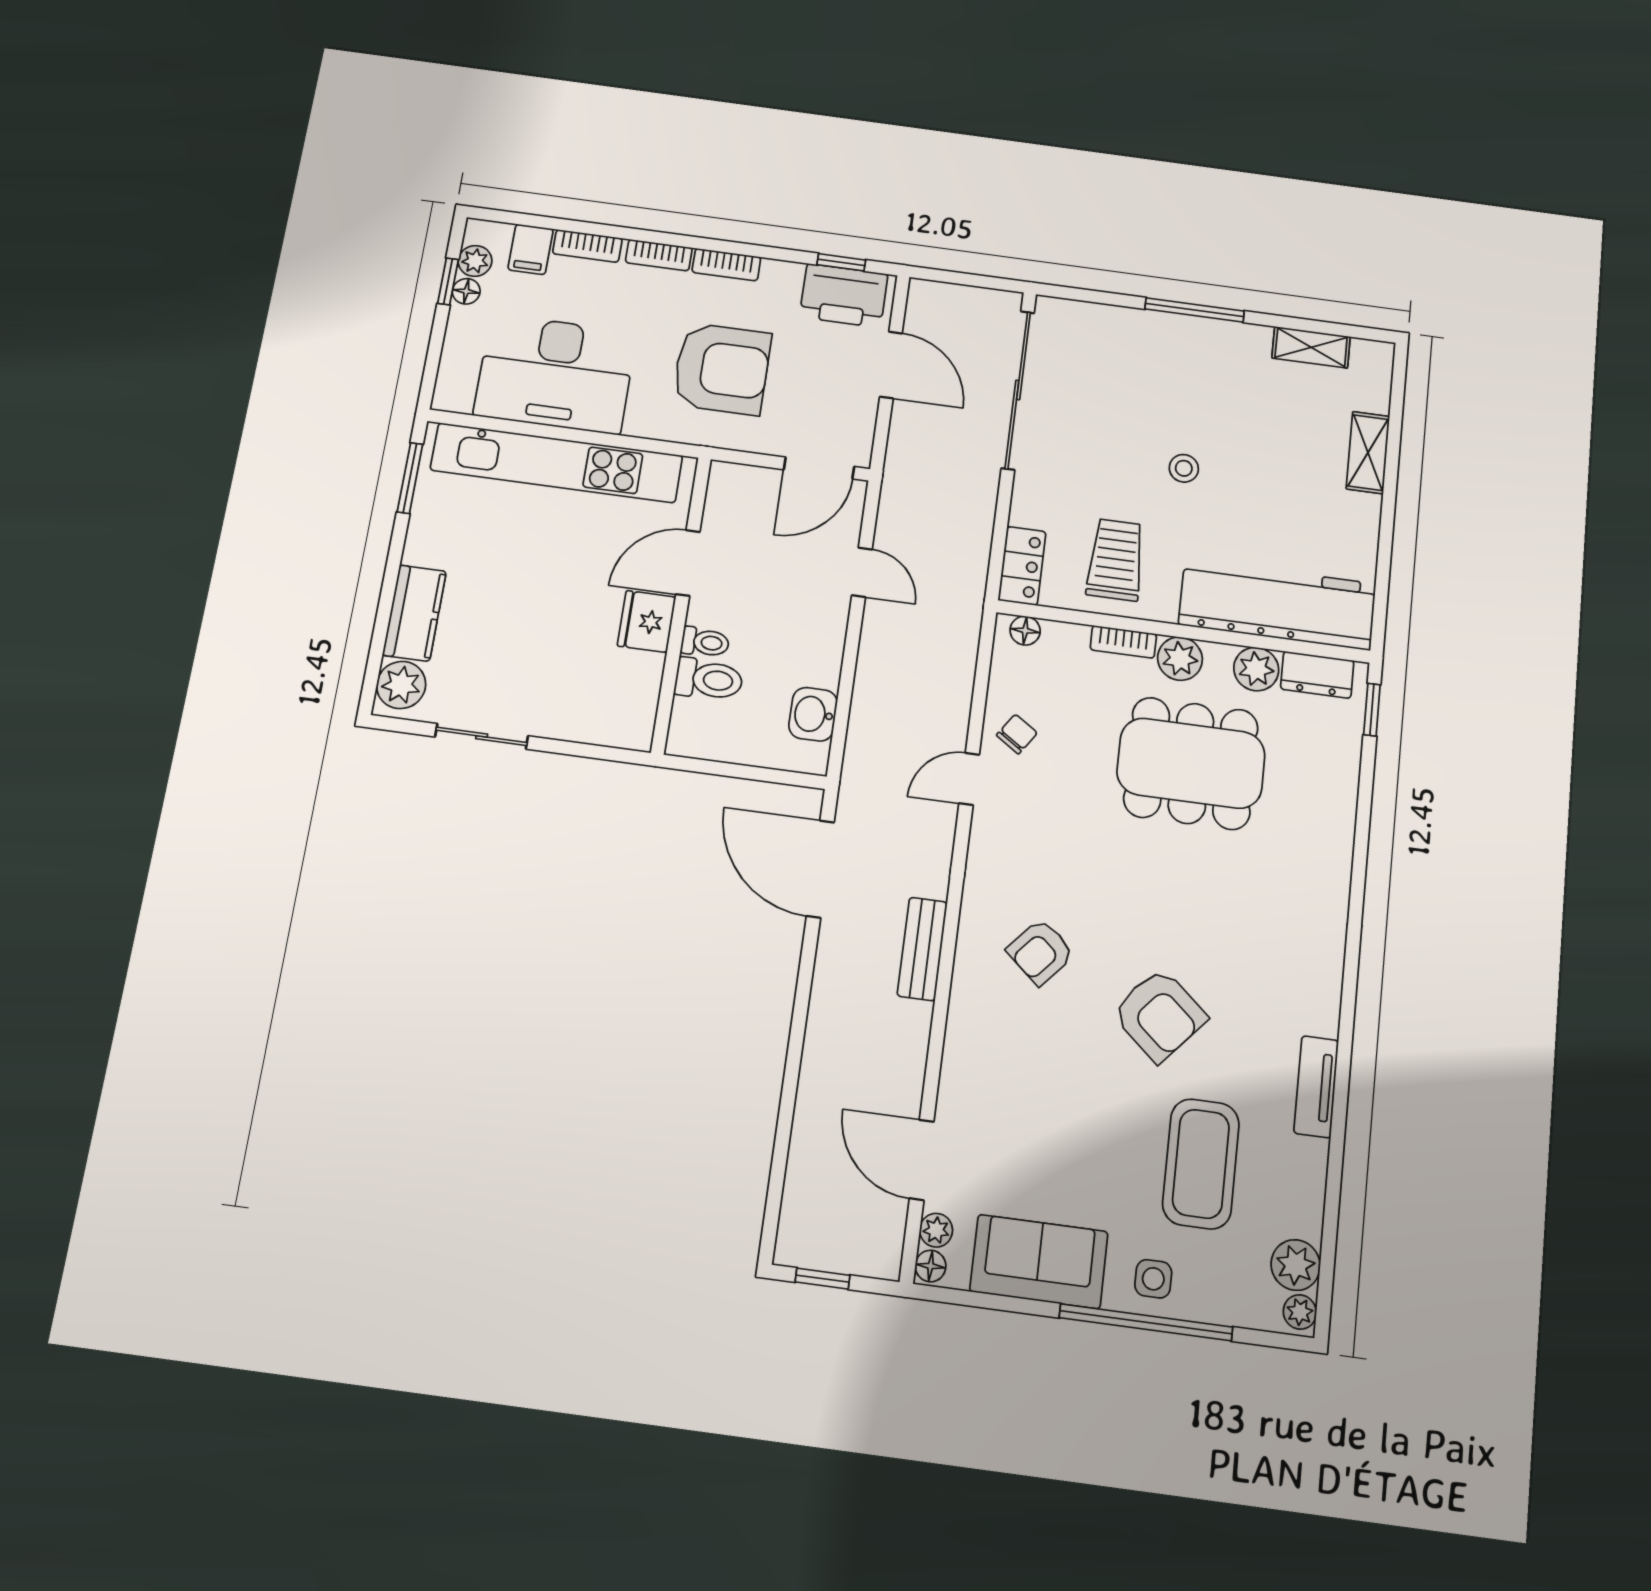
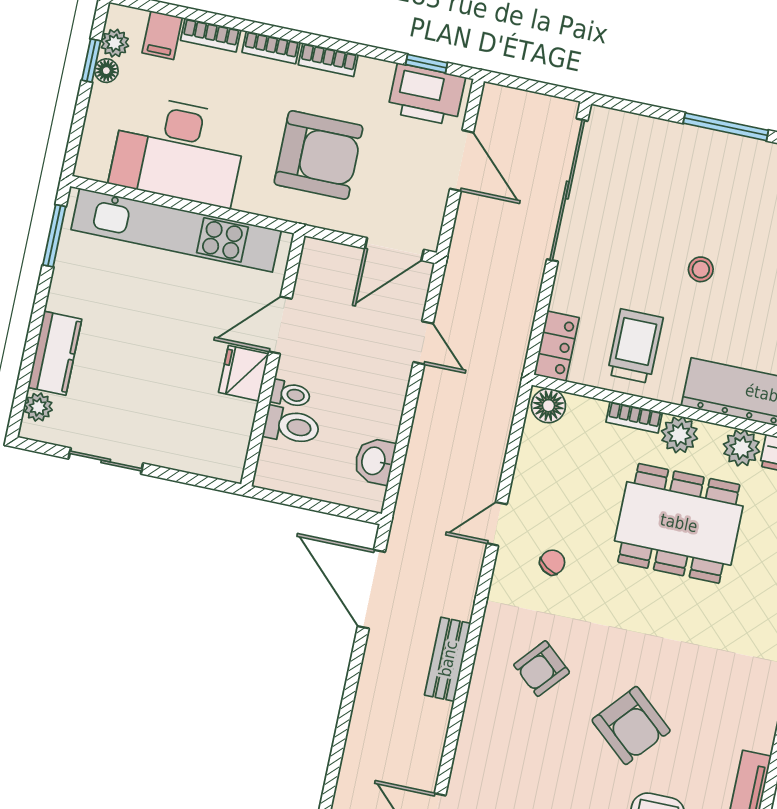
floor lamp: (1025, 631) -> (548, 406), width x1.37, depth x1.37
plant: (401, 685) -> (38, 407), width x0.73, depth x0.73
chair: (1017, 734) -> (552, 562), moved

